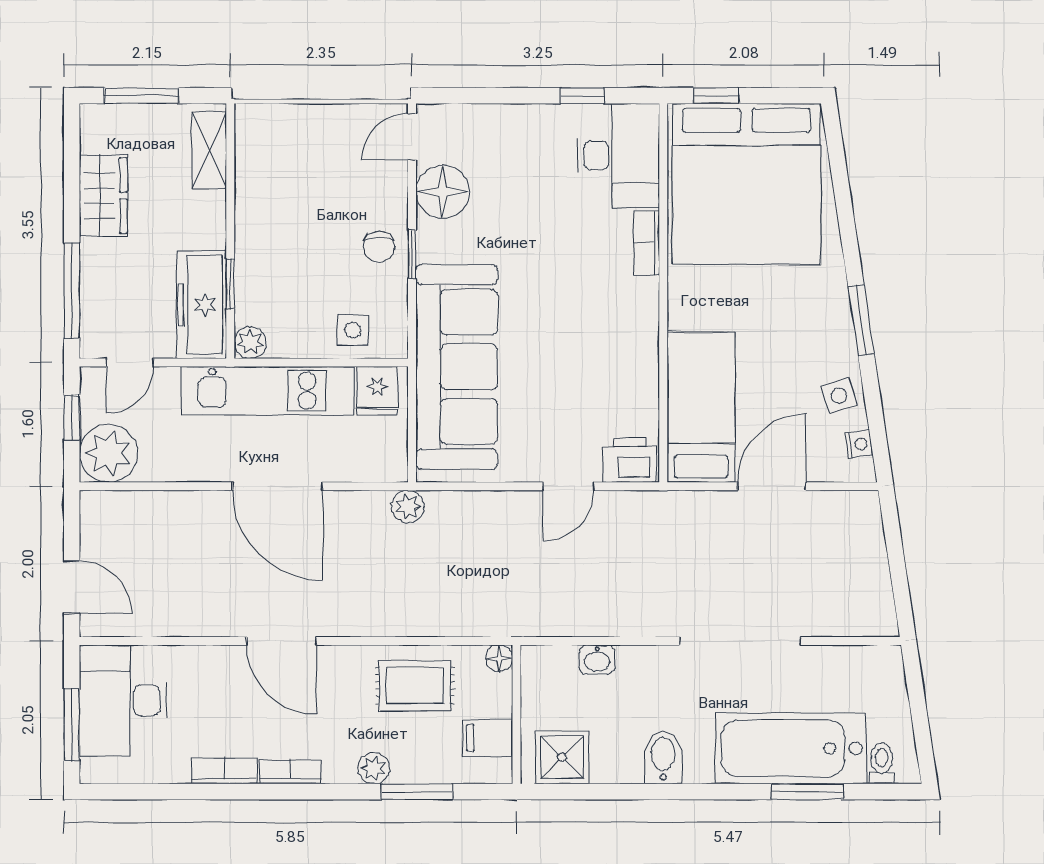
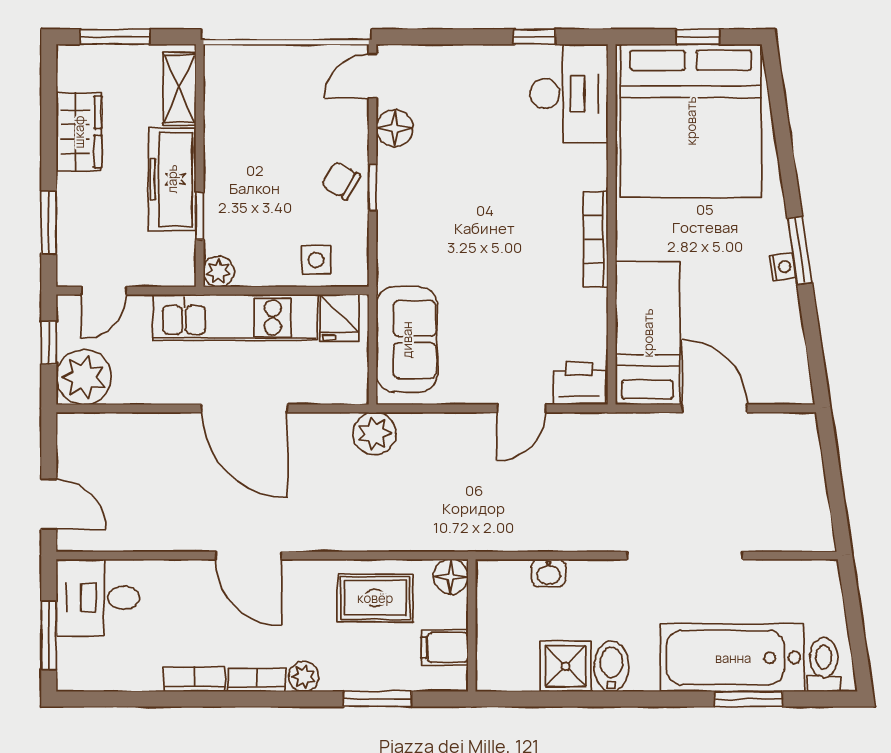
window: (716, 96) -> (698, 37), moved
floor lamp: (443, 192) -> (395, 128), width x0.73, depth x0.73
bookcase: (647, 243) -> (596, 239), moved, width x1.56
chair: (379, 247) -> (341, 181), turned 120
window: (72, 291) -> (49, 222), width x0.69
freezer: (201, 305) -> (172, 179), moved
sofa: (457, 367) -> (407, 340), width x0.54, depth x0.79
side table: (839, 396) -> (779, 322), removed
nightstand: (859, 444) -> (783, 267), moved
door: (772, 486) -> (715, 408), hinge flipped
plant: (408, 506) -> (374, 433), width x1.38, depth x1.38
floor lamp: (499, 658) -> (451, 577), width x1.37, depth x1.37
desk: (123, 700) -> (98, 598), width x0.73
shower: (562, 757) -> (566, 666), moved
toilet: (882, 763) -> (824, 664), width x1.37, depth x1.39
plant: (374, 768) -> (304, 677), moved

